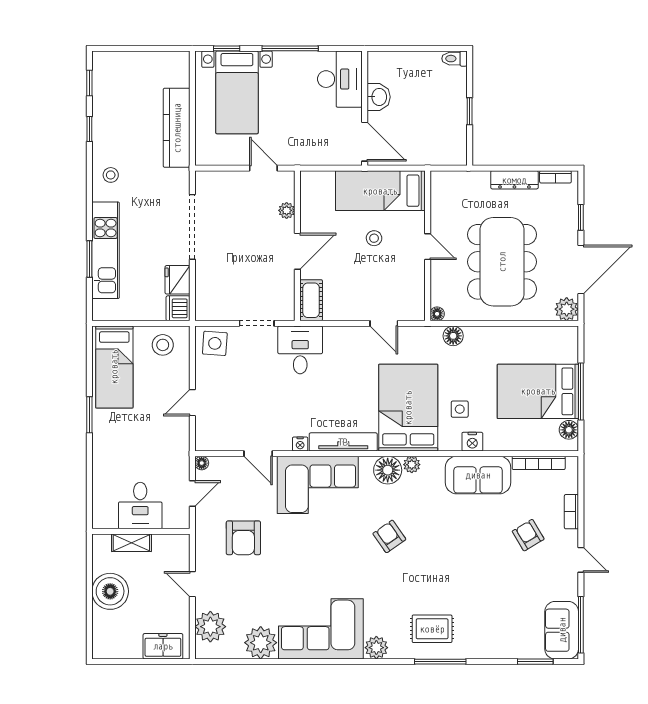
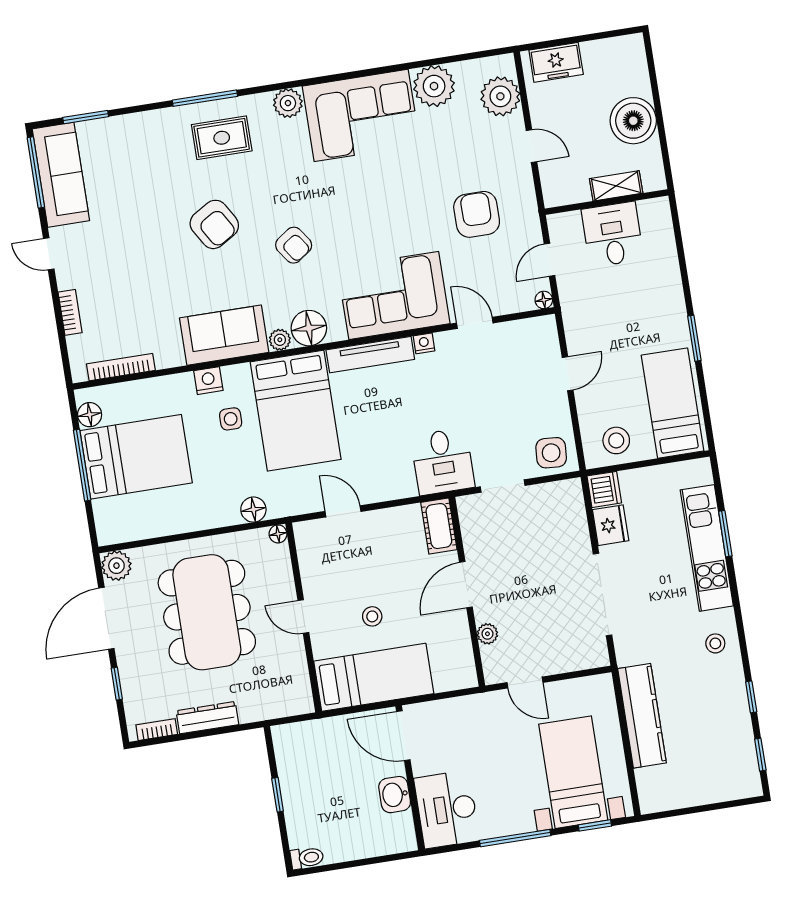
sofa: (478, 475) -> (224, 335), moved
armchair: (528, 535) -> (214, 224), moved, width x1.38, depth x1.38
sofa: (562, 630) -> (61, 175), width x1.36

